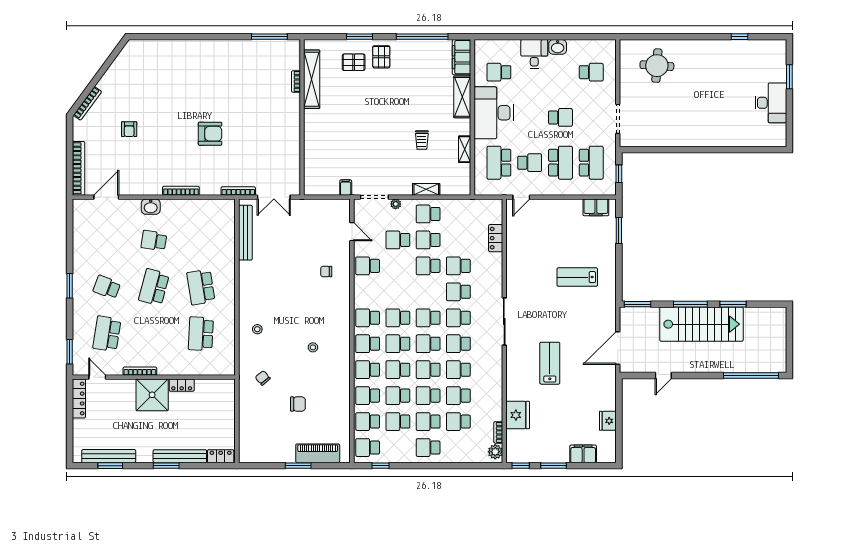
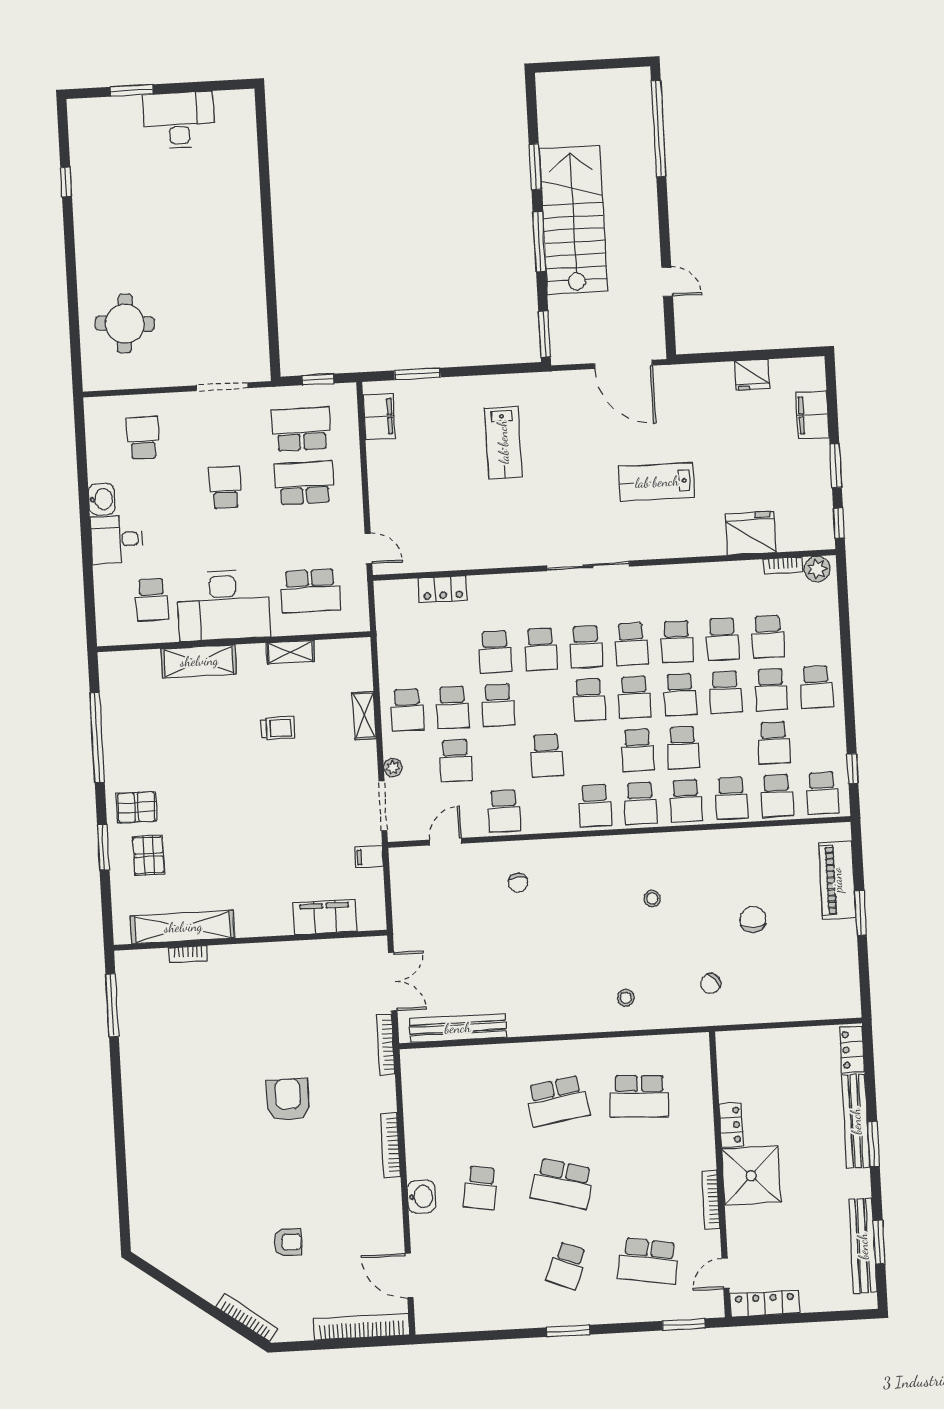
filing cabinet: (462, 57) -> (325, 917), moved, turned 180
school desk: (530, 163) -> (307, 537), removed
school desk: (398, 318) -> (547, 755), moved
school desk: (398, 396) -> (728, 745), removed

